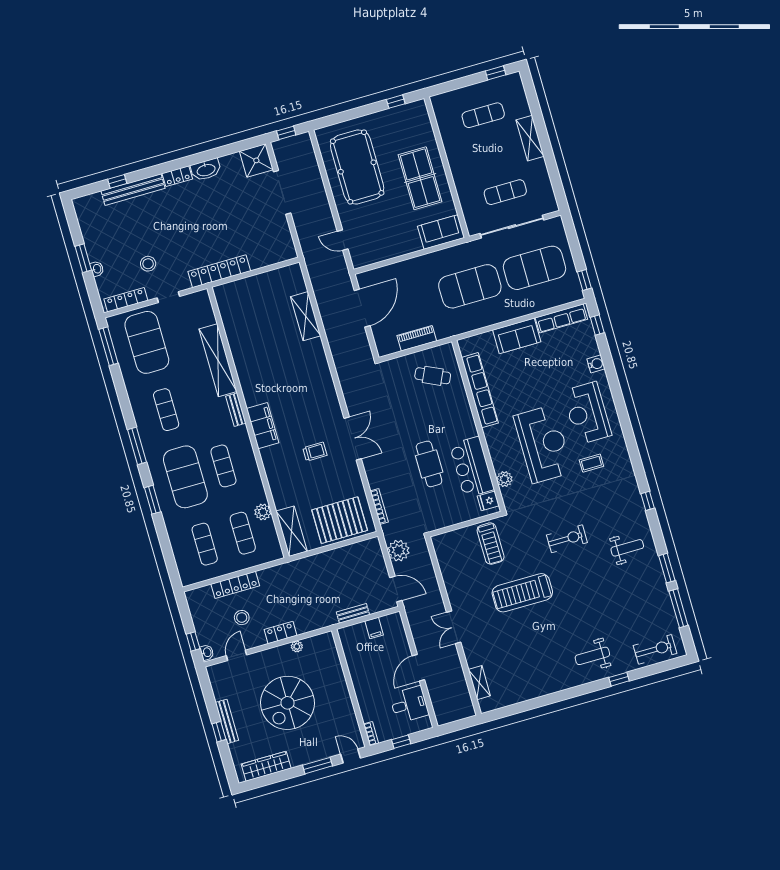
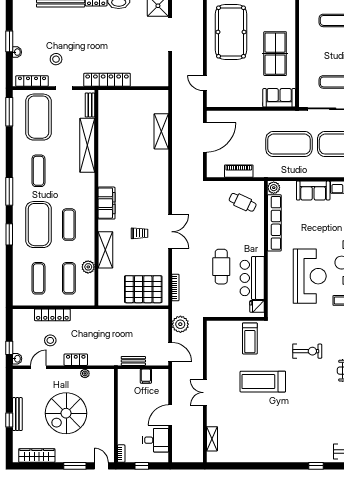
bench: (236, 410) -> (90, 105), moved
plant: (504, 479) -> (274, 188), moved
shelving: (292, 531) -> (105, 250), moved
weight bench: (592, 656) -> (301, 443), removed

